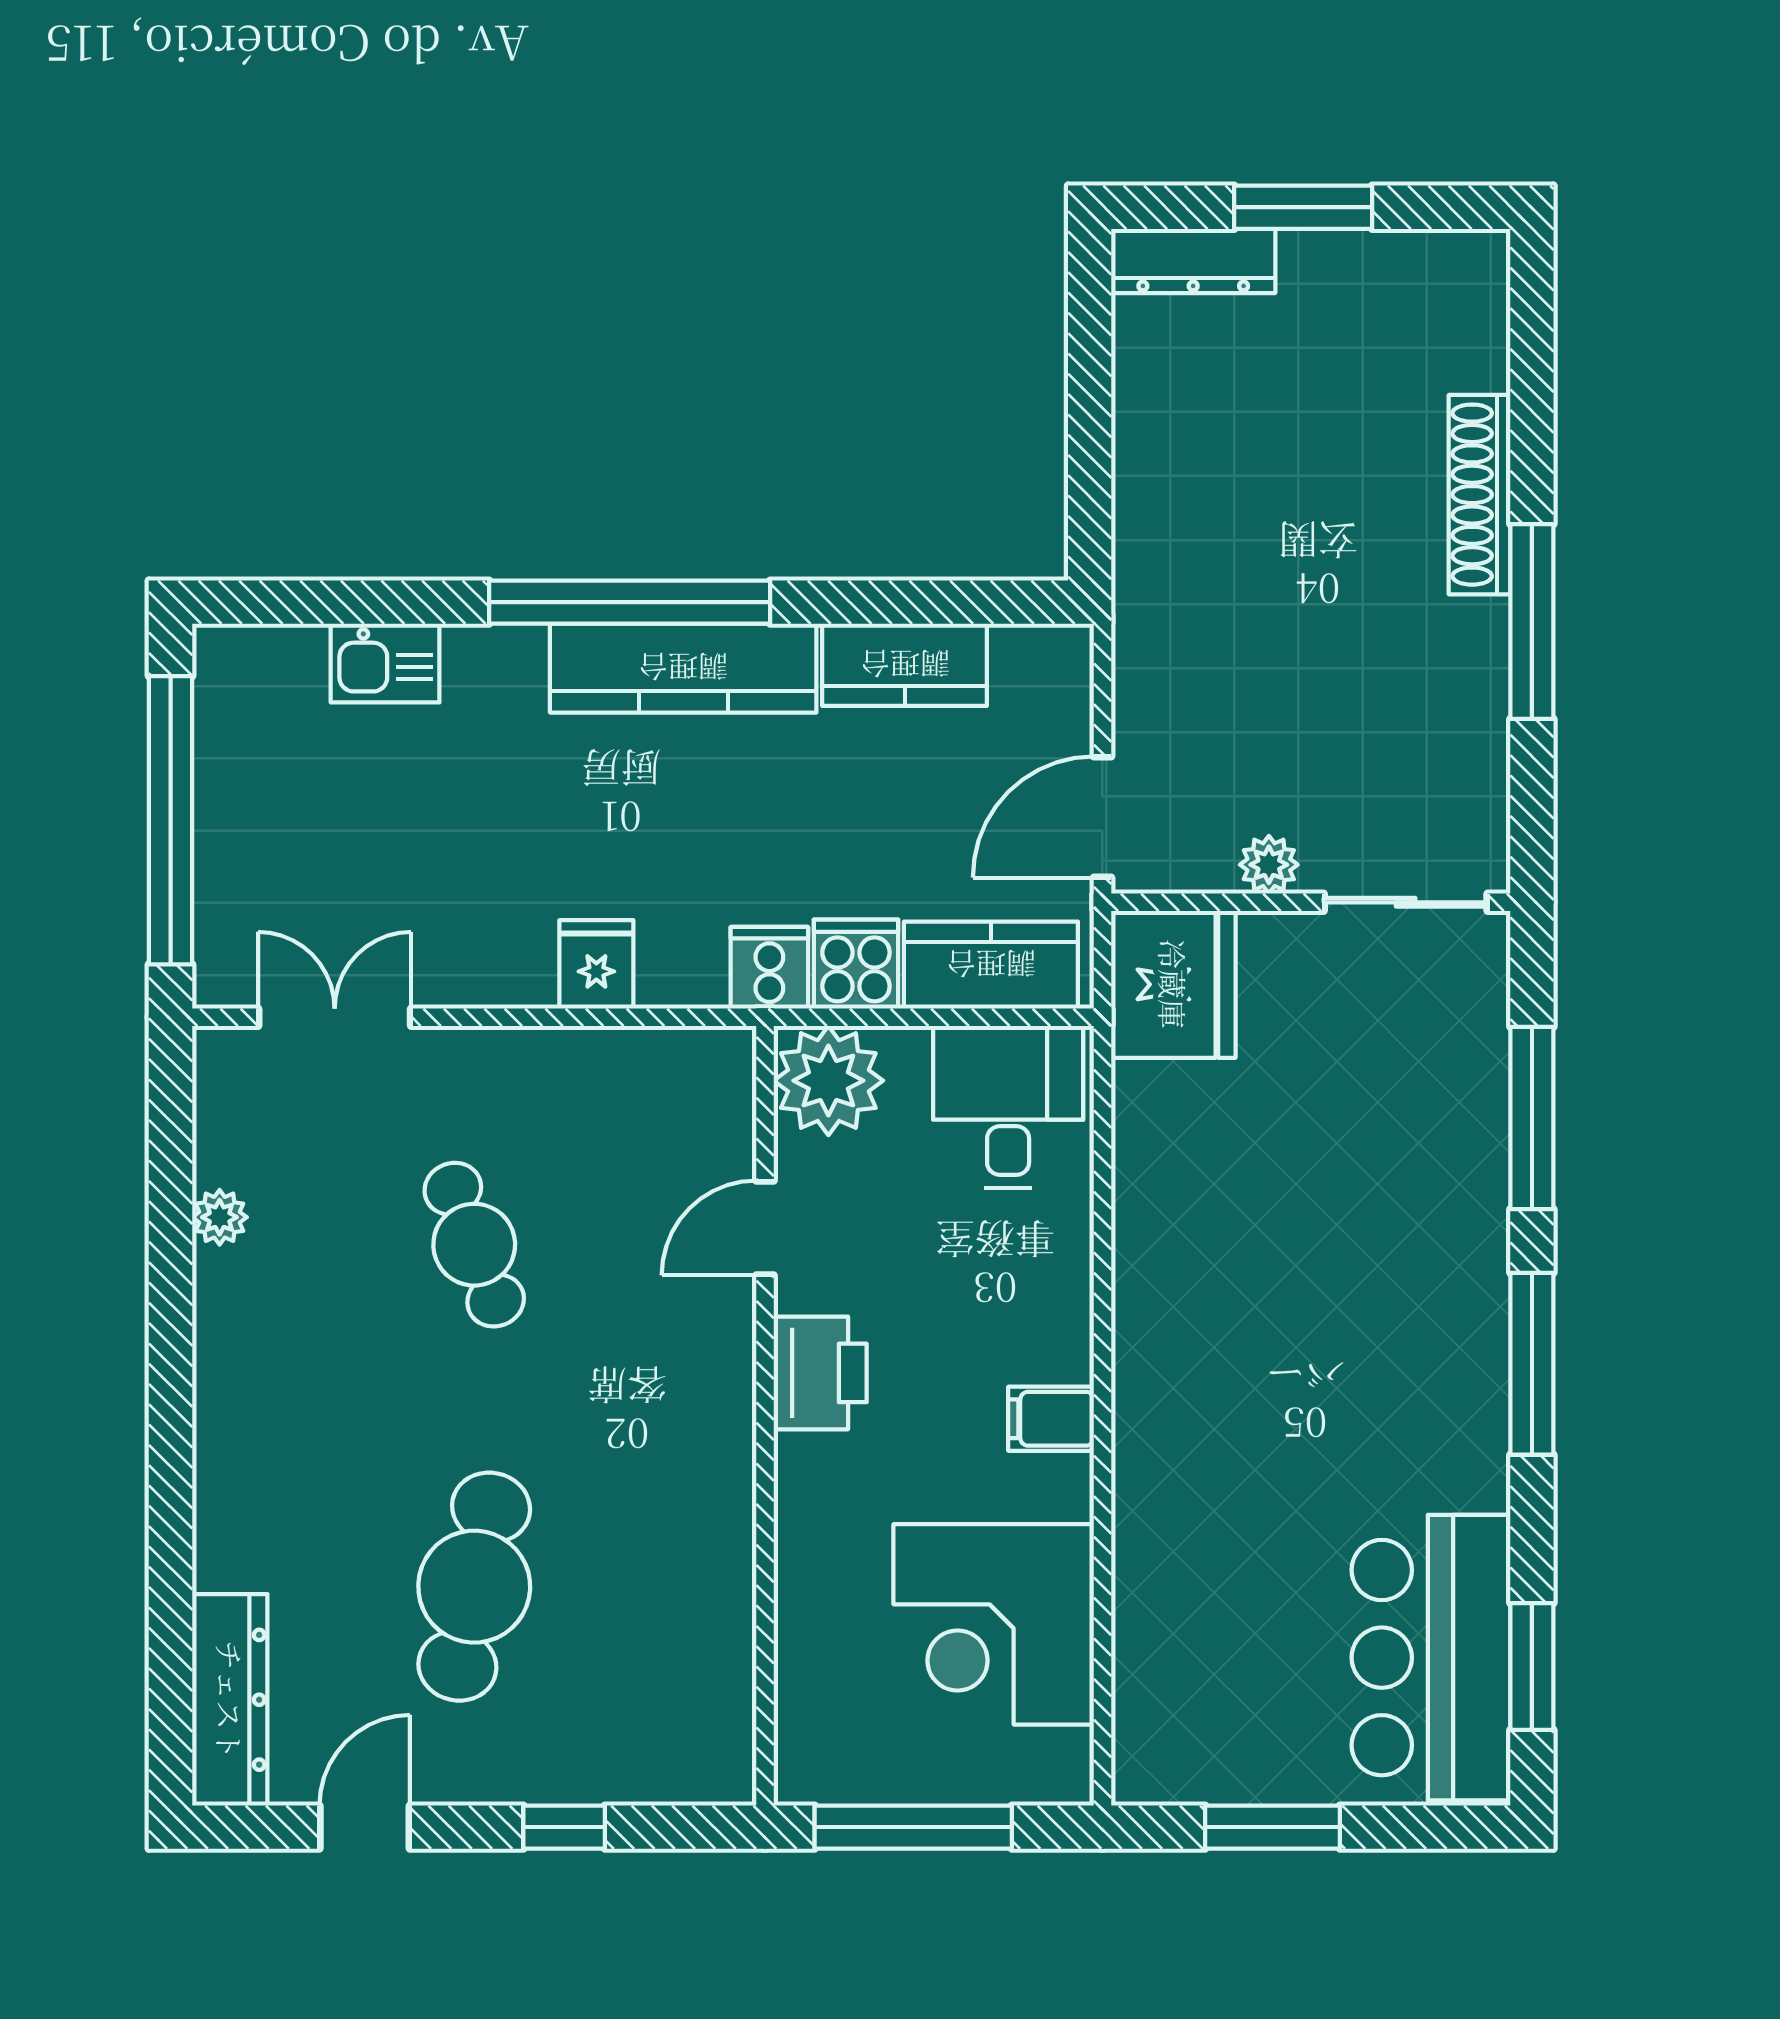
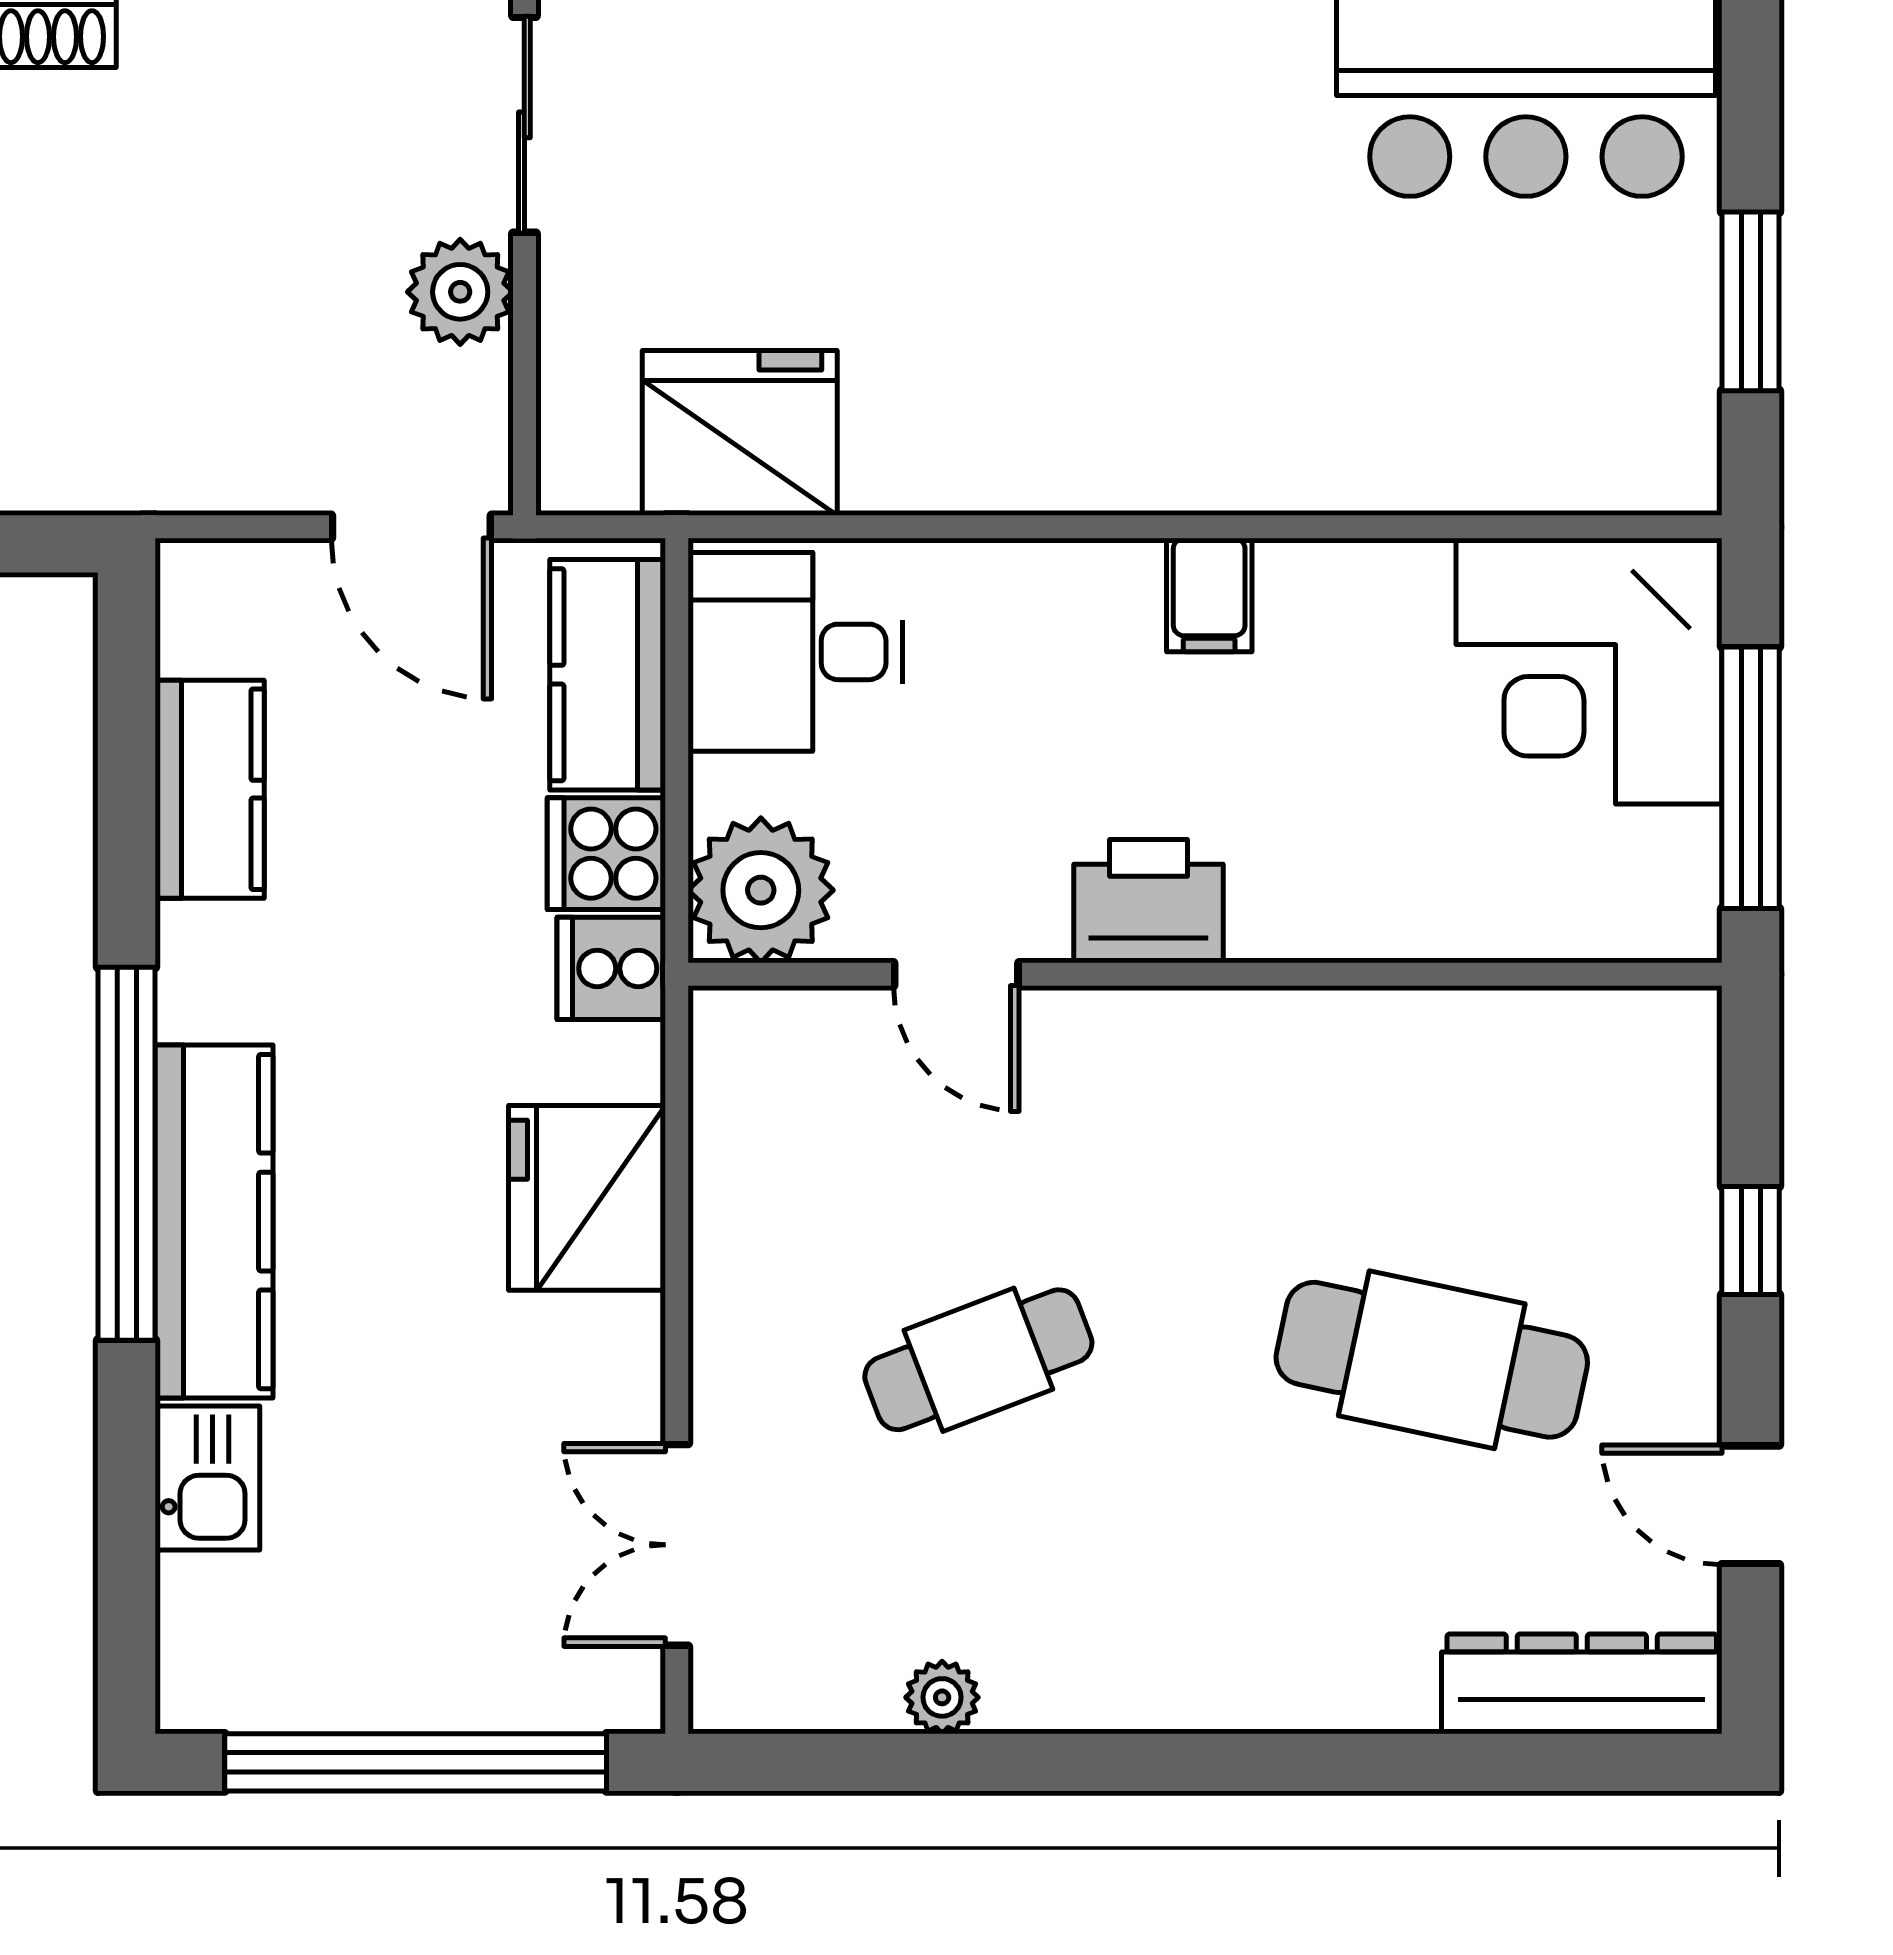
kitchen counter: (683, 668) -> (214, 1222), moved
plant: (1269, 865) -> (460, 292), width x1.38, depth x1.38
fridge: (596, 964) -> (587, 1198), width x1.88, depth x1.34
fridge: (1173, 984) -> (740, 433), moved
corner desk: (994, 1624) -> (1589, 671), moved, turned 90

